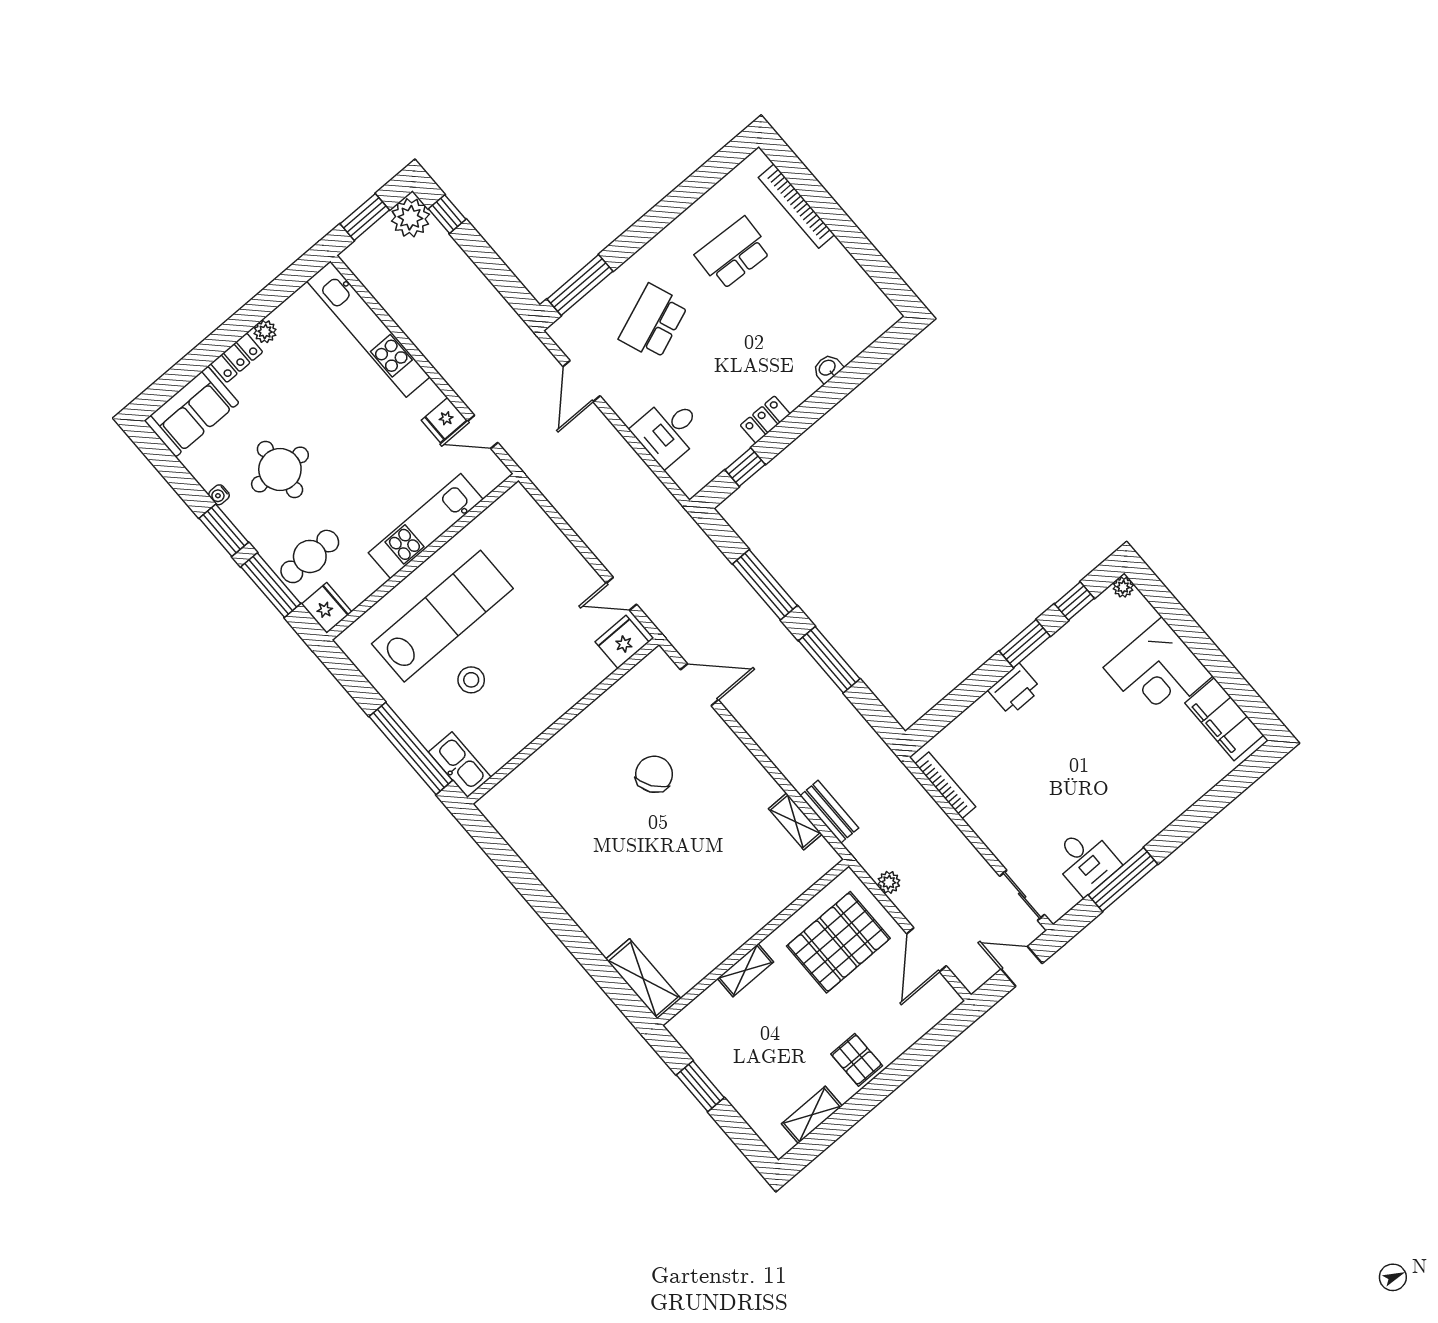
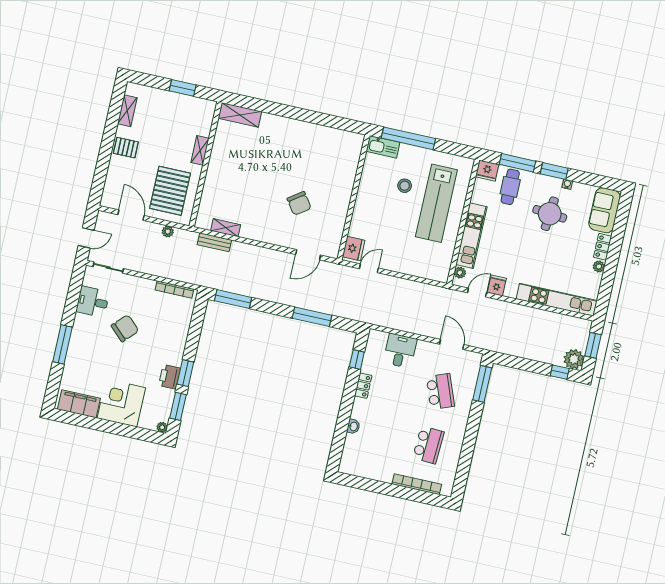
plant: (486, 482) -> (460, 273), added
window: (1074, 601) -> (178, 406), width x1.50
window: (829, 660) -> (233, 299), moved
printer: (1014, 690) -> (170, 377), moved
chair: (1066, 783) -> (125, 328), added
window: (1123, 880) -> (62, 344), moved

